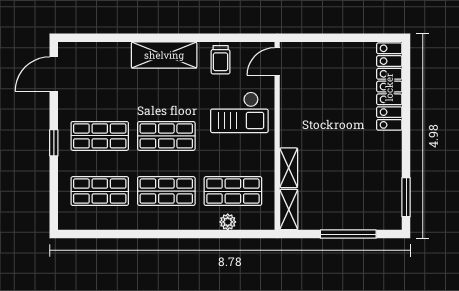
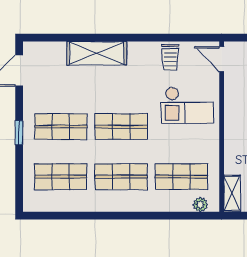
shelving: (164, 55) -> (97, 53), moved
door: (277, 61) -> (222, 59), hinge flipped
shelving: (289, 168) -> (232, 156), removed
plant: (228, 222) -> (200, 205), moved

